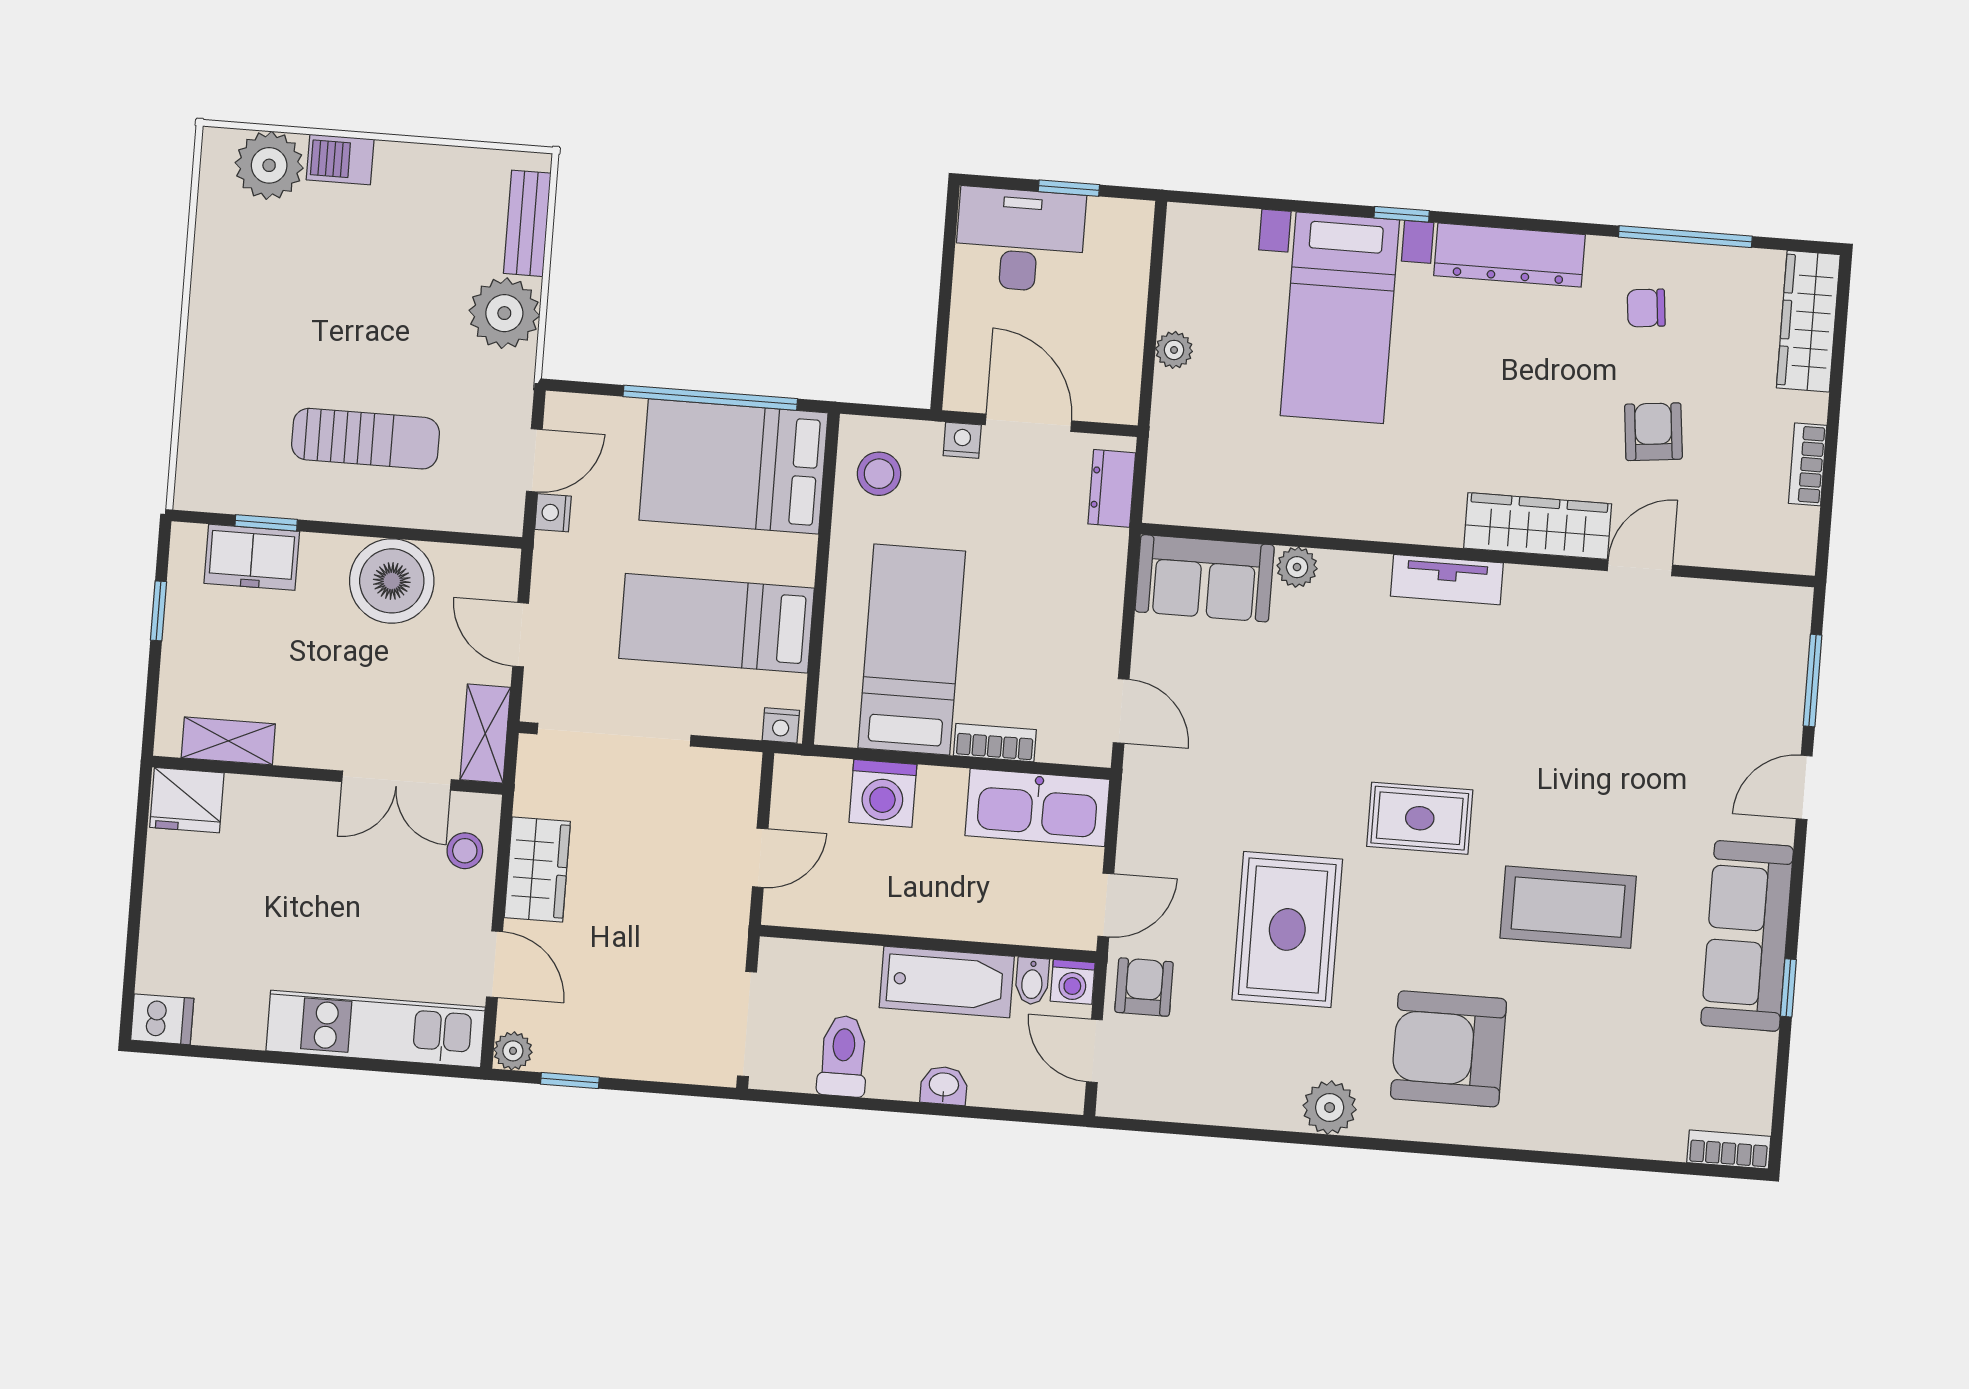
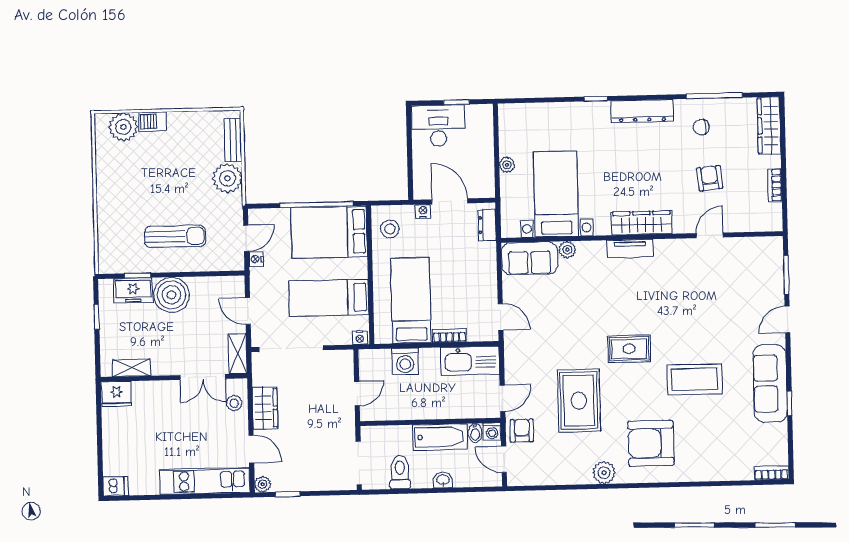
bed with nightstands: (1340, 318) -> (556, 194), moved, turned 180
wardrobe: (1538, 526) -> (642, 223), moved
boiler: (392, 581) -> (171, 295), moved

